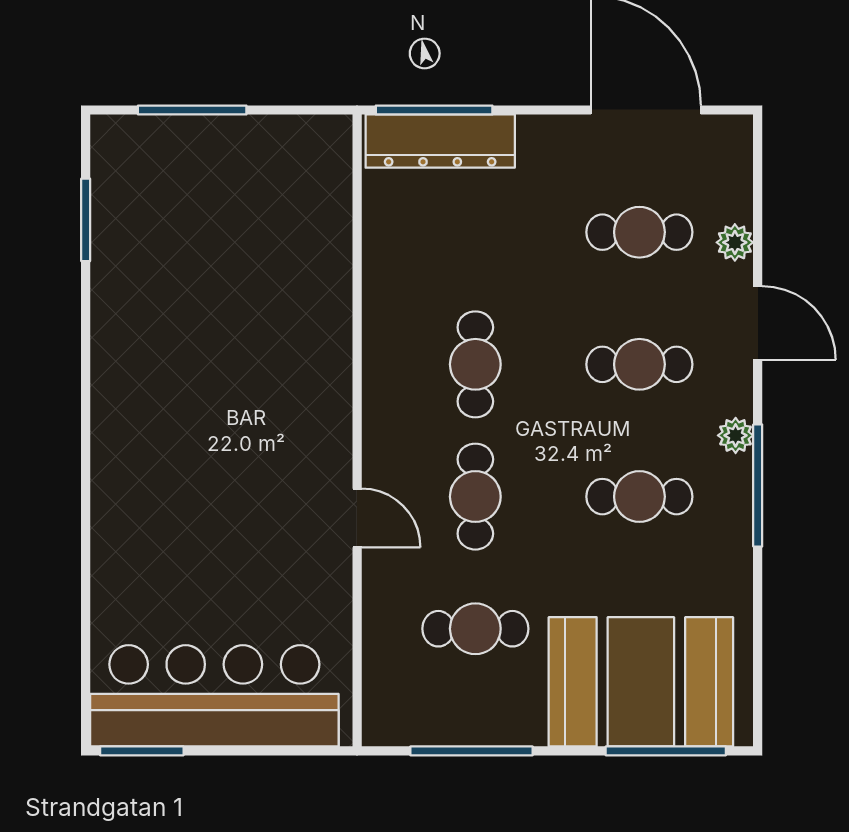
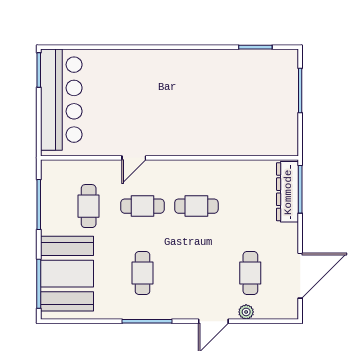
cafe table: (639, 364) -> (196, 273), removed
plant: (736, 435) -> (167, 312), removed

